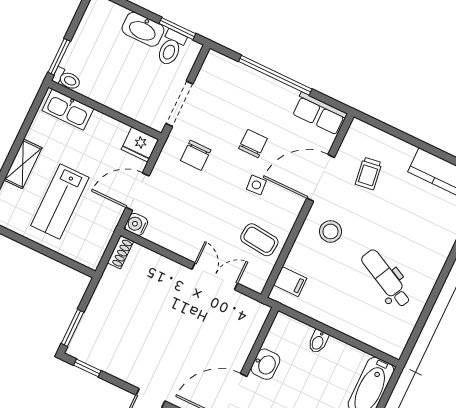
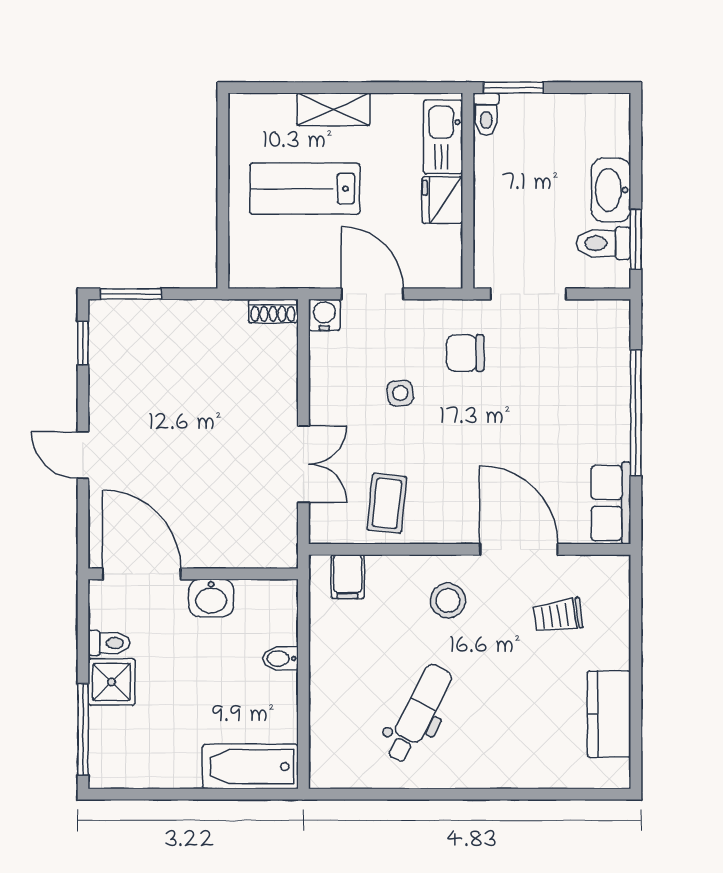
chair: (253, 143) -> (522, 428), removed
fridge: (140, 144) -> (442, 200), moved
side table: (256, 185) -> (400, 393), moved

